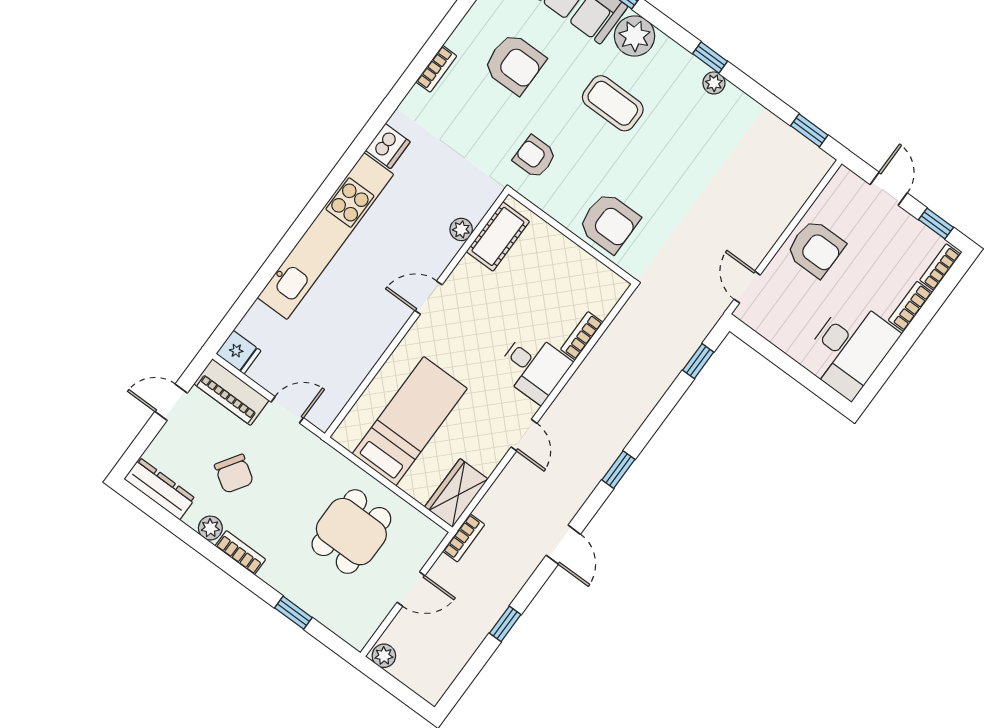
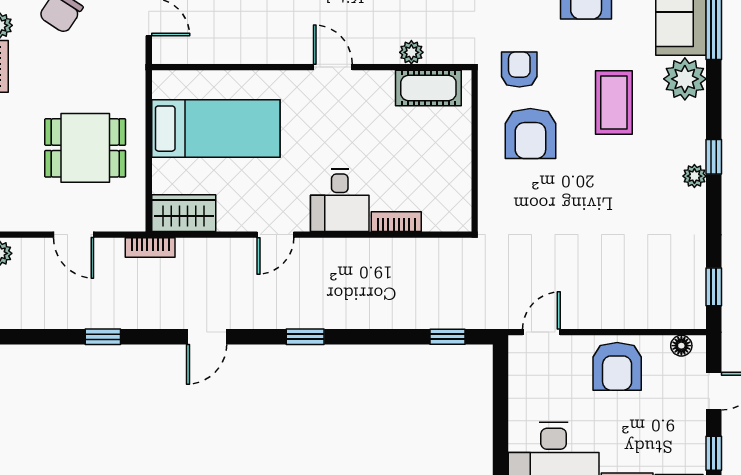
floor lamp: (836, 188) -> (681, 346), added
armchair: (609, 223) -> (530, 133), moved

